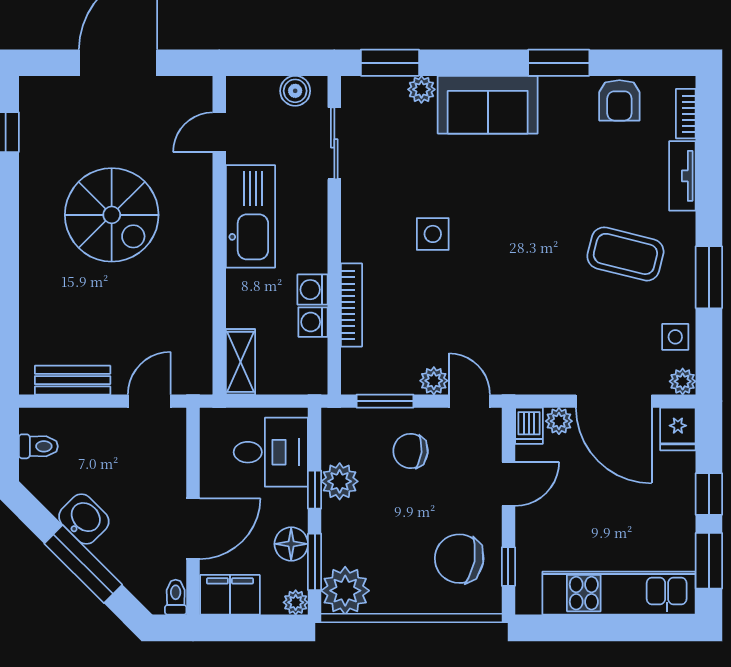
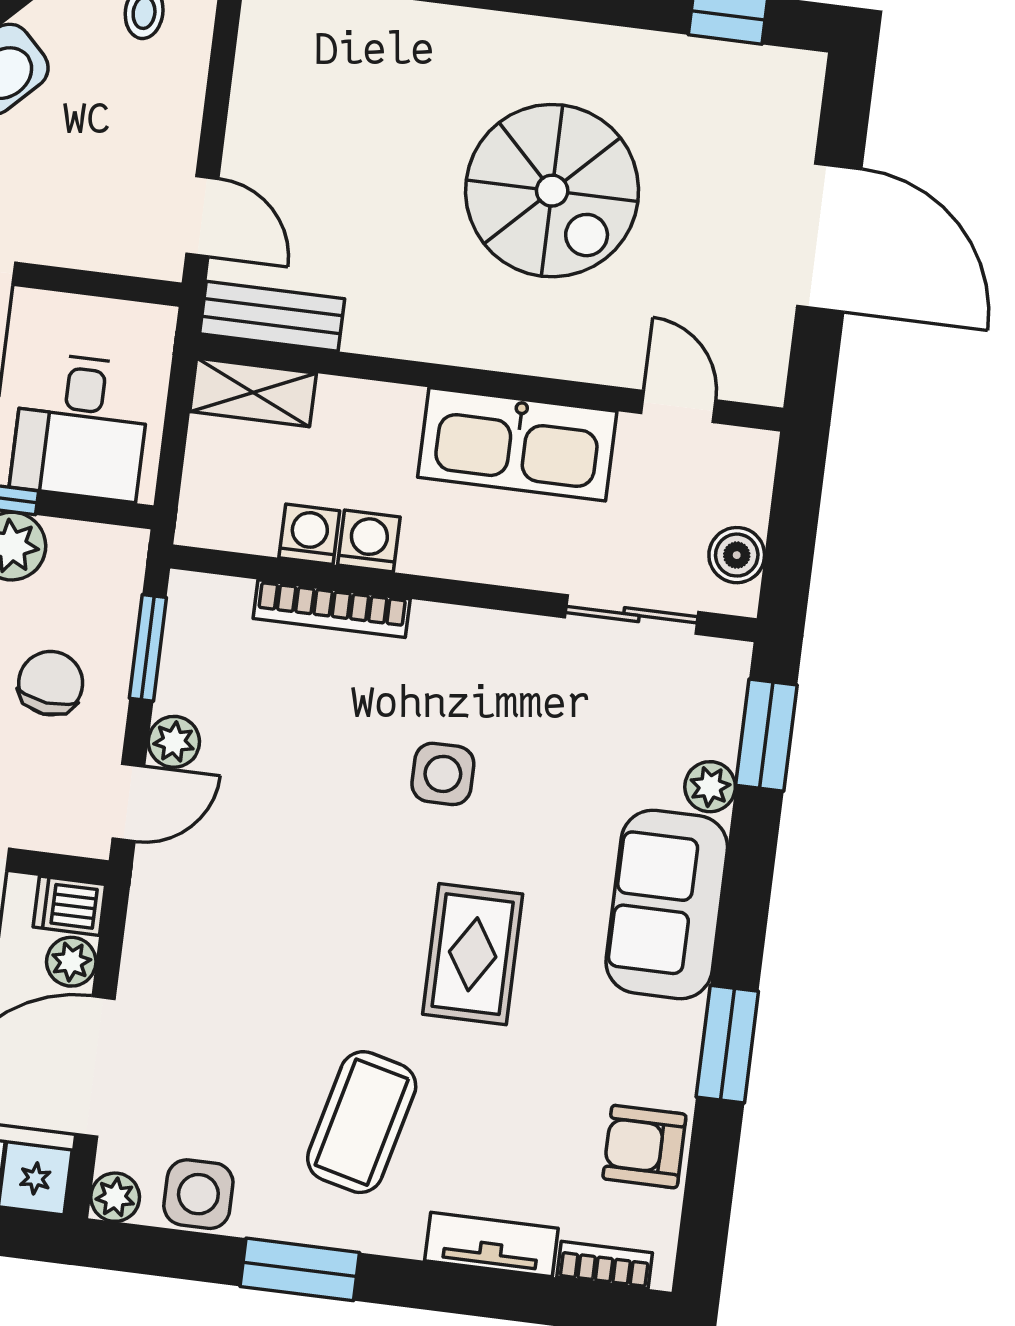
rug: (528, 206) -> (473, 954), added
spiral stairs: (112, 215) -> (552, 191), turned -90
side table: (675, 337) -> (198, 1194), width x1.37, depth x1.37
bench: (73, 380) -> (272, 316), moved, turned 90

